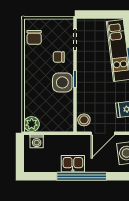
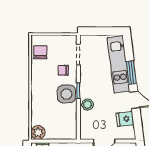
chair: (34, 37) -> (40, 52), turned 180
stool: (84, 120) -> (88, 105), moved

